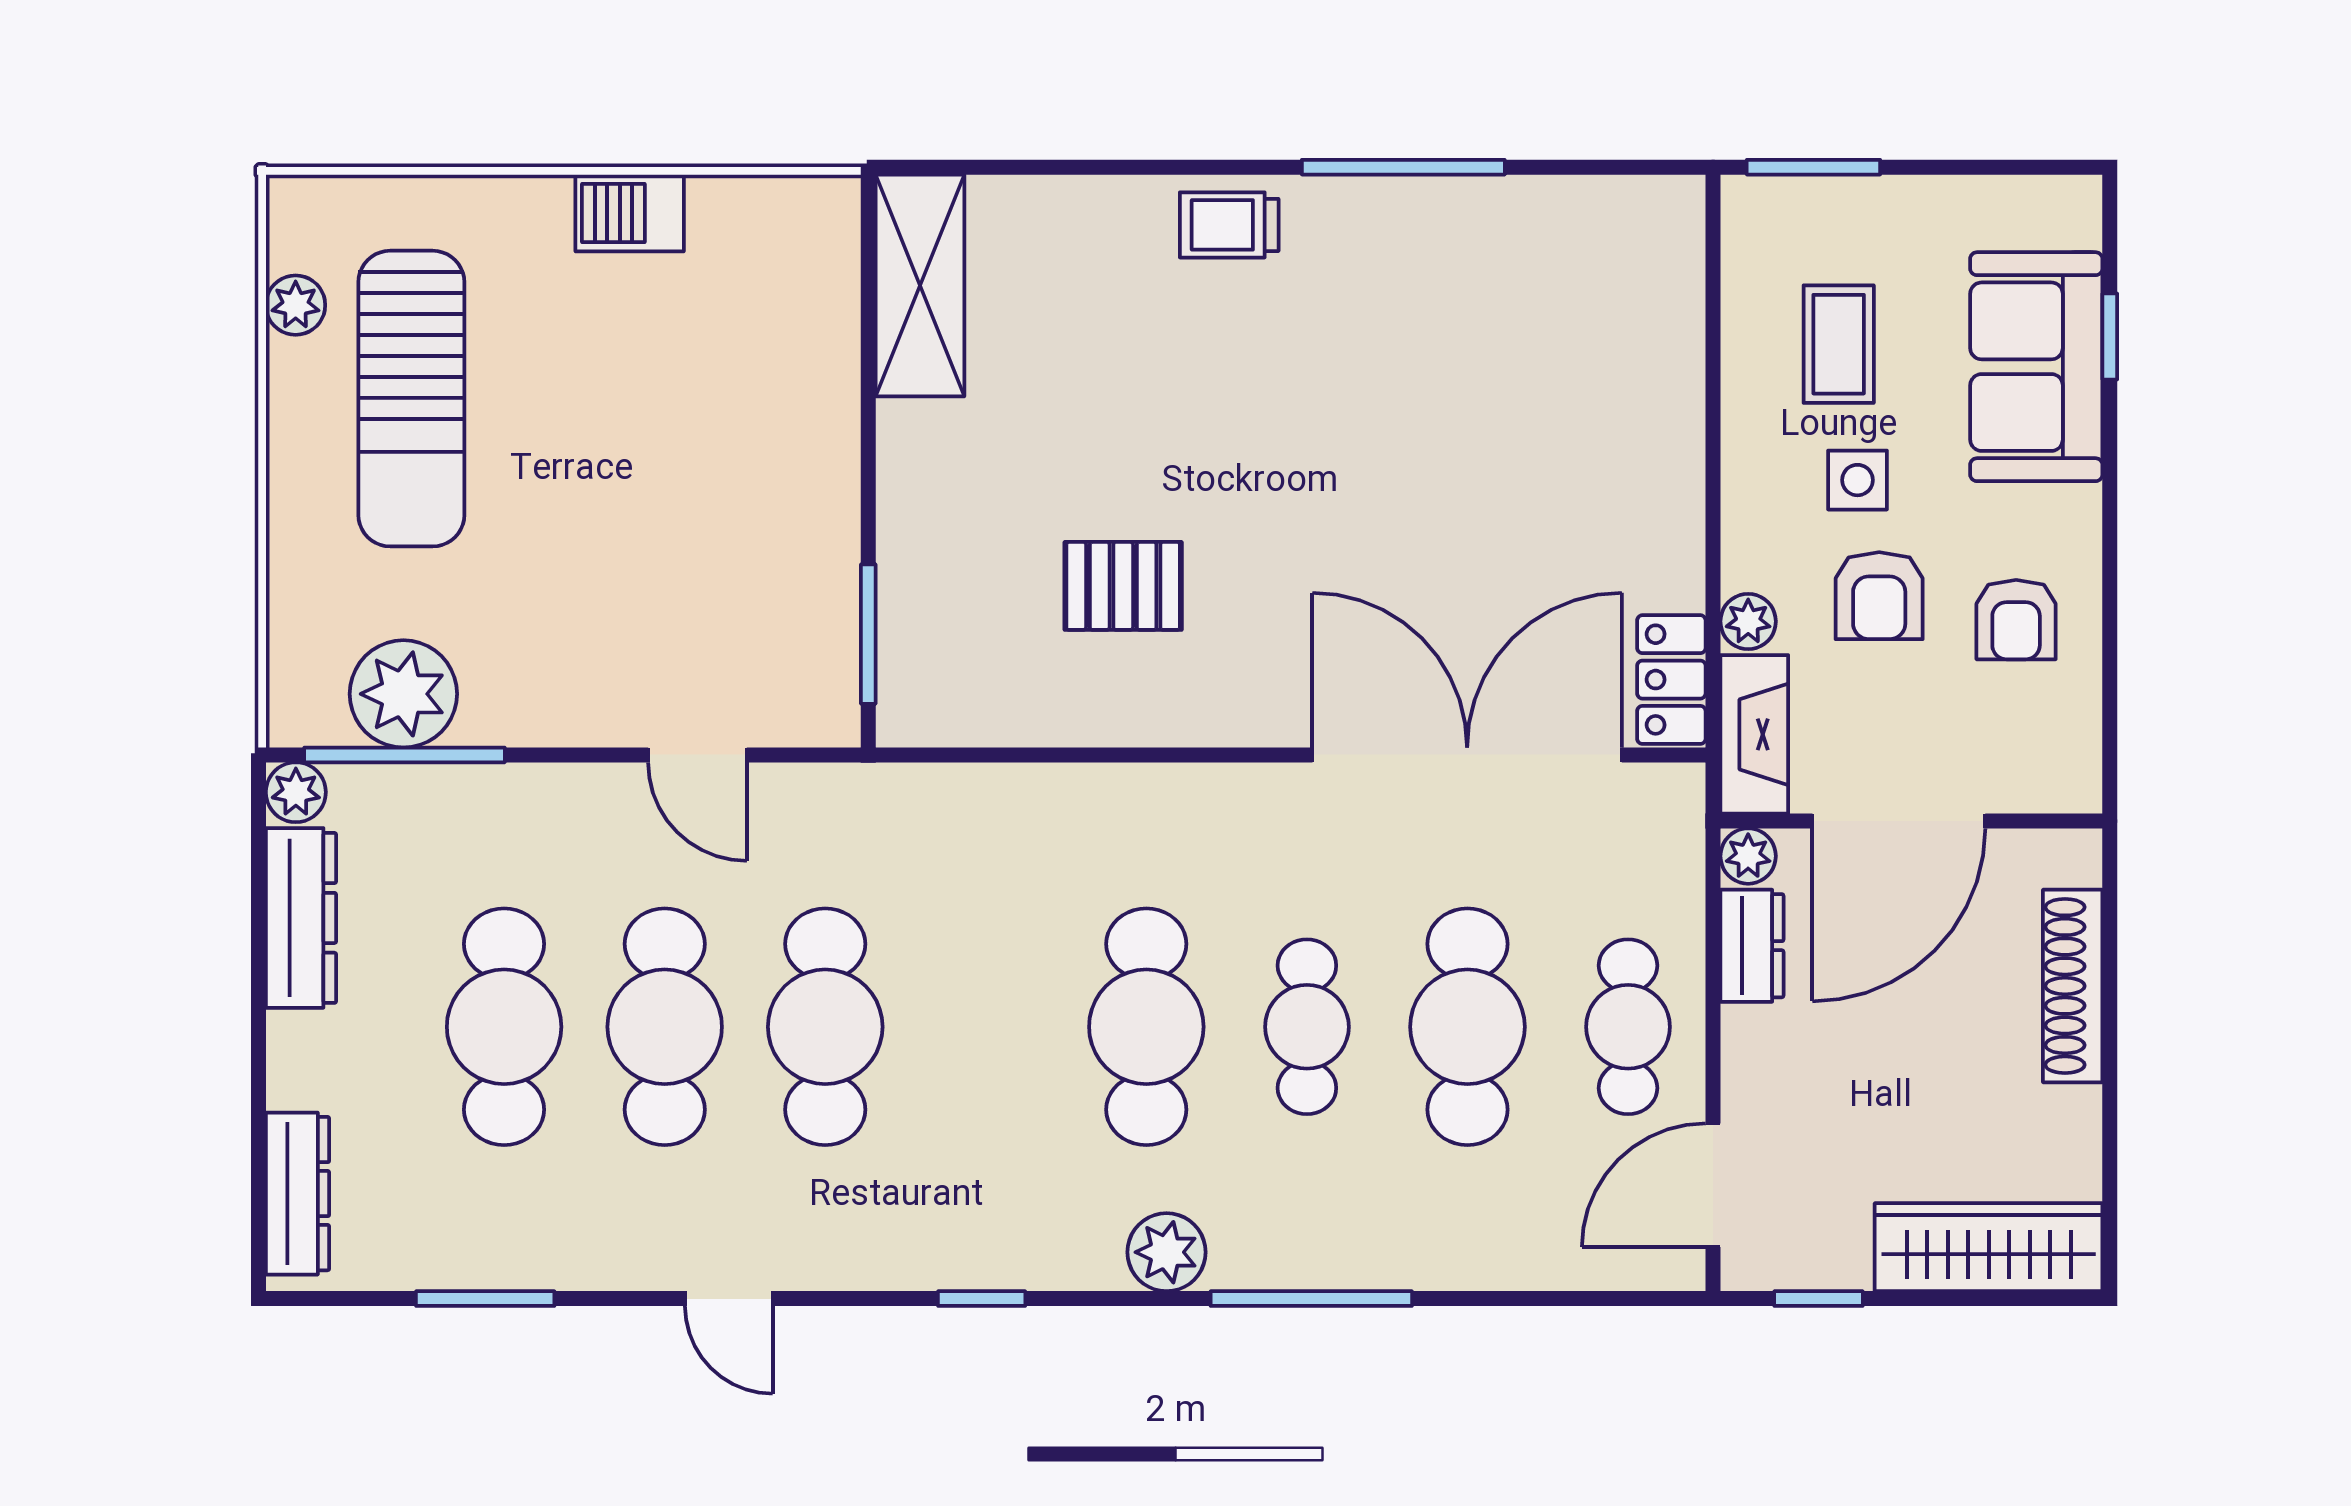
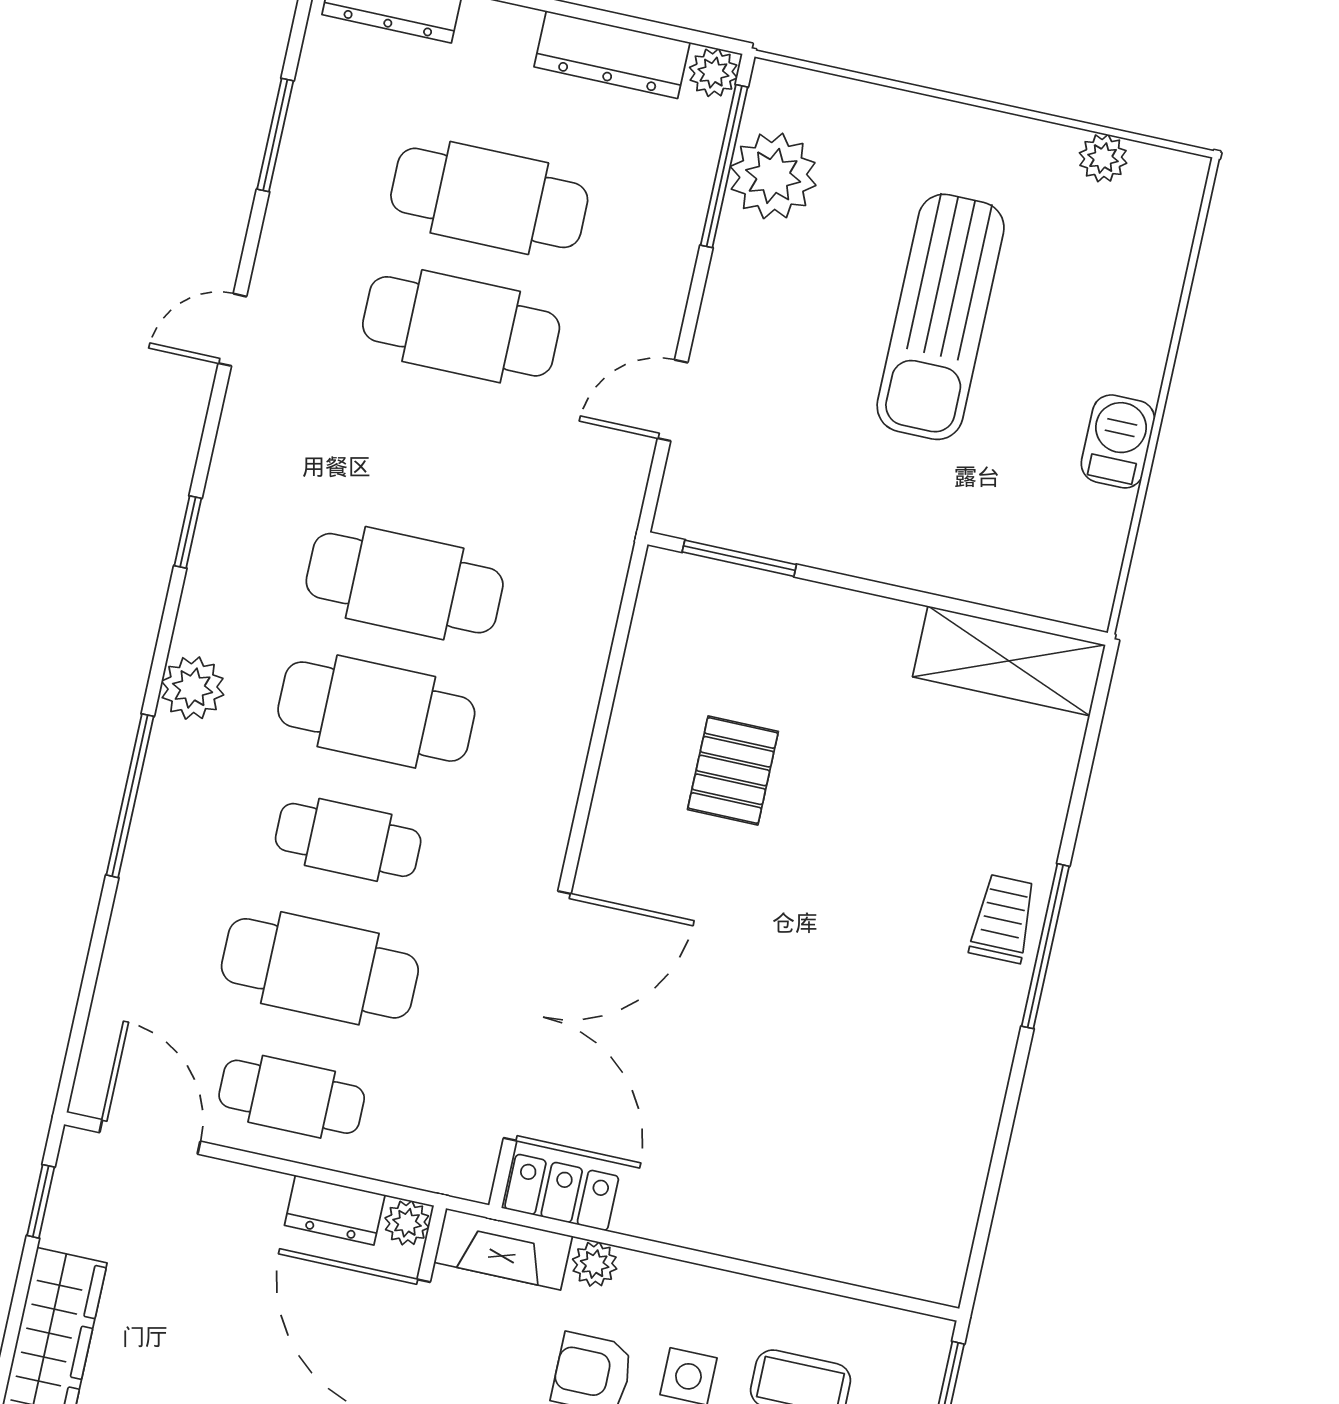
window: (1403, 167) -> (1045, 946), moved
sun lounger: (411, 399) -> (941, 317), moved, turned -90
cafe table: (825, 1027) -> (405, 583), moved

